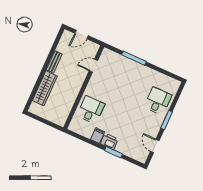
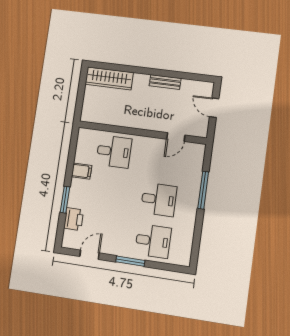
door: (93, 66) -> (176, 137), swing flipped
wardrobe: (45, 88) -> (109, 78), moved
desk: (132, 89) -> (159, 200), added
printer: (109, 141) -> (74, 219), moved

